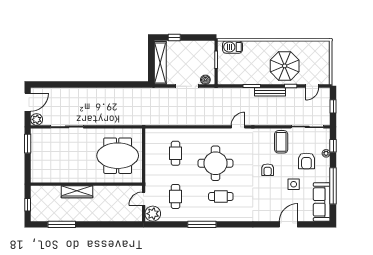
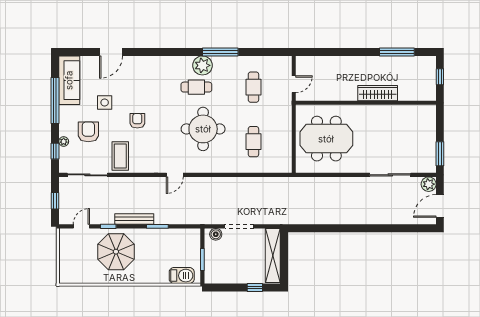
plant: (153, 214) -> (202, 65), moved

